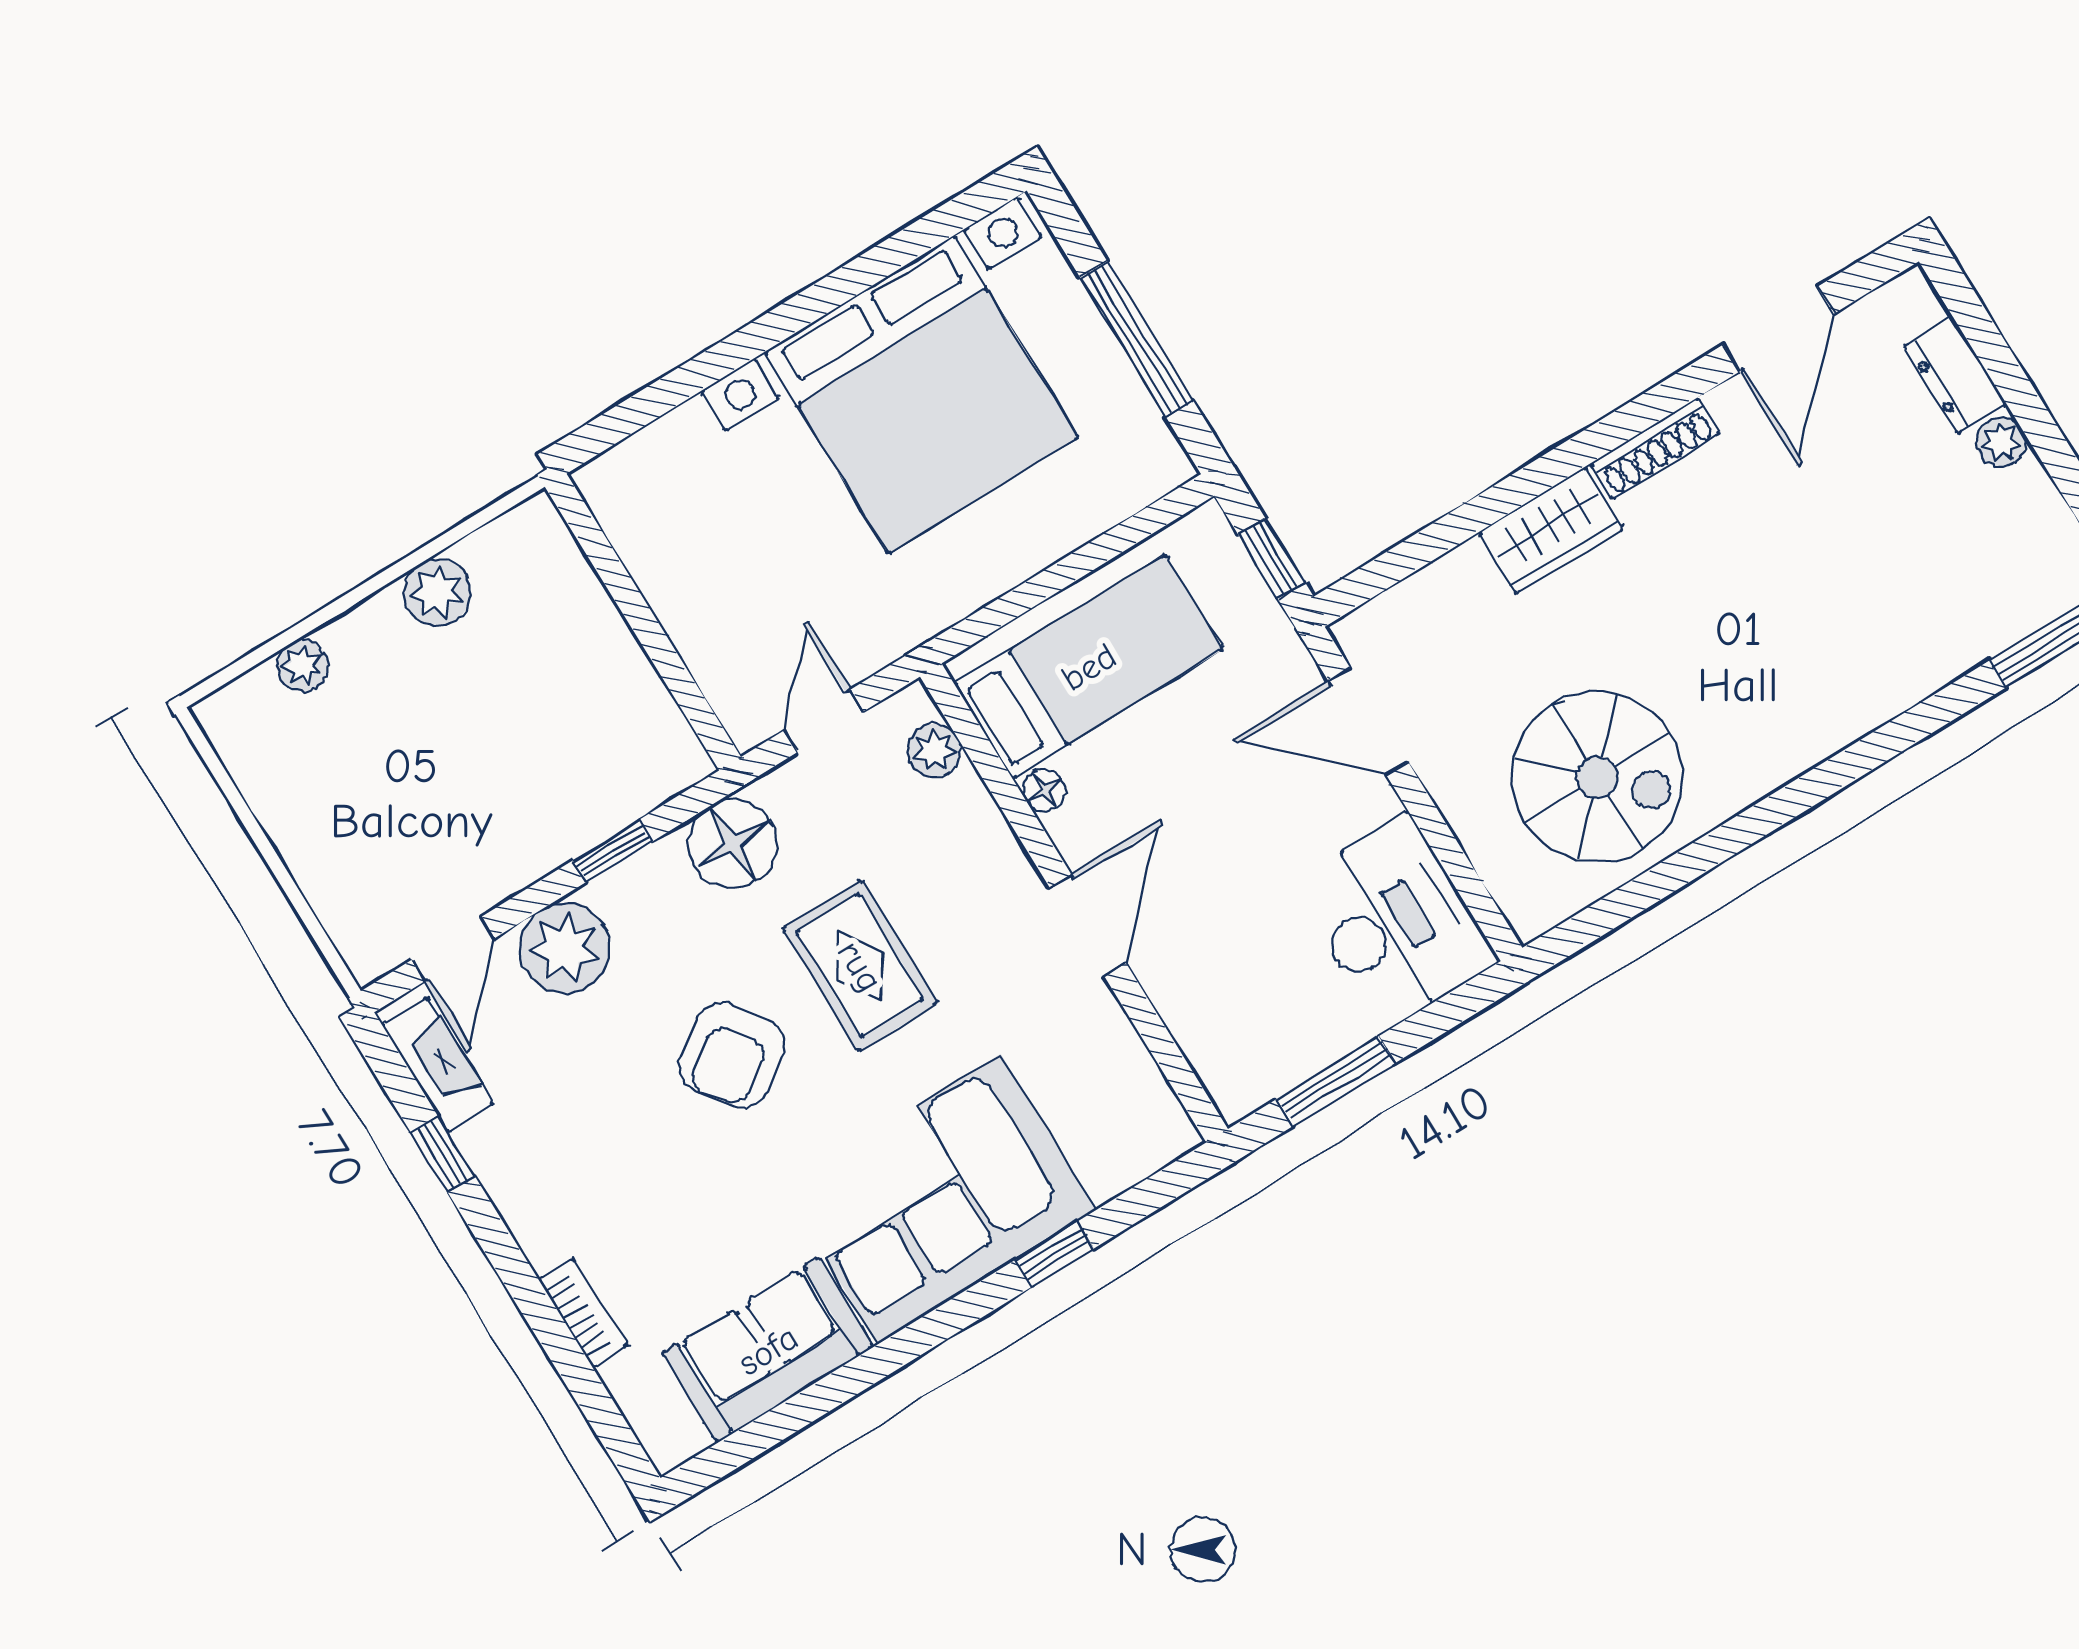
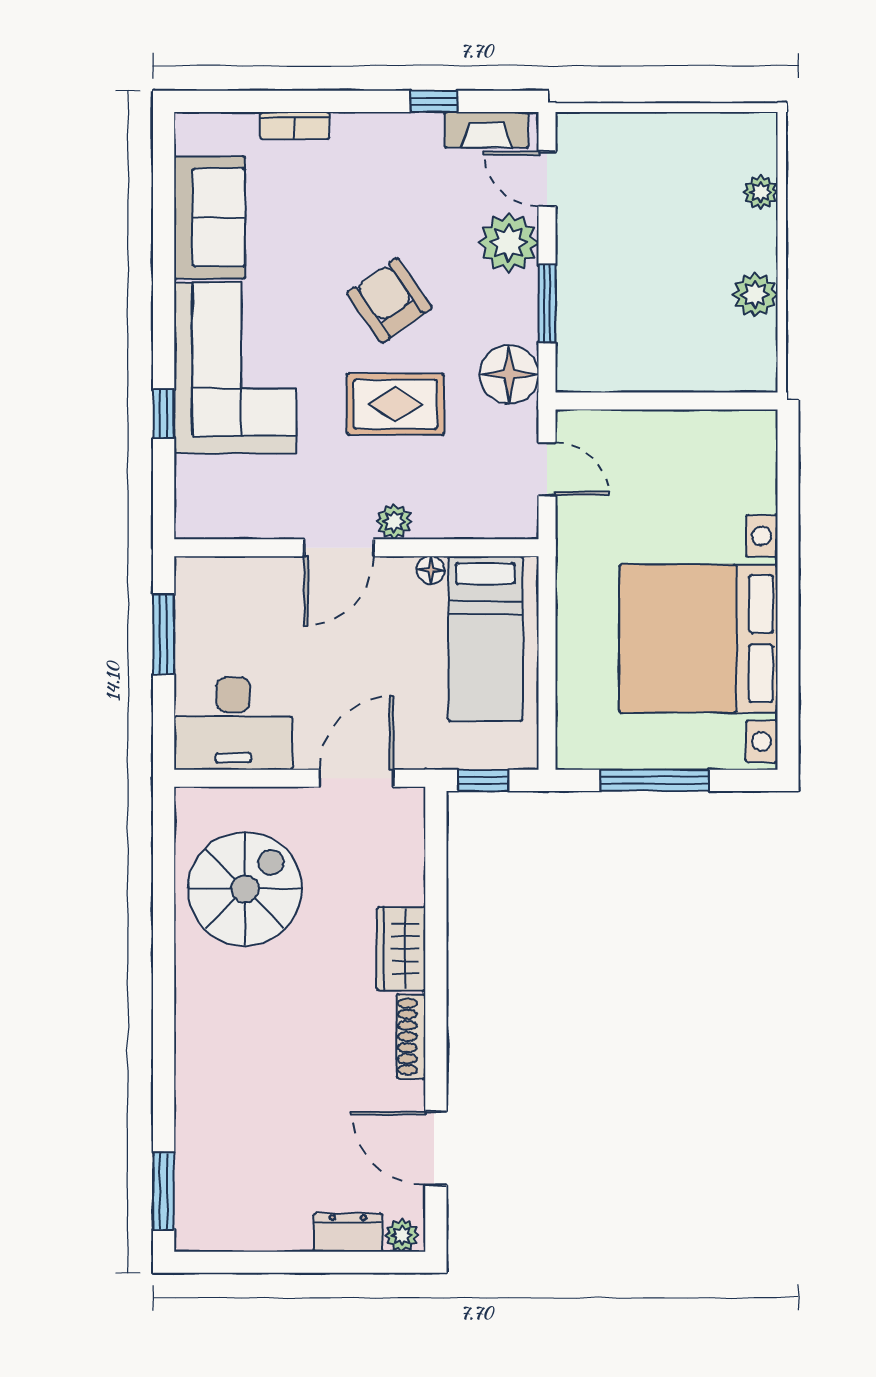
plant: (2001, 442) -> (402, 1235), moved
plant: (934, 750) -> (394, 522), moved
spiral stairs: (1597, 777) -> (245, 889), turned 180
window: (612, 851) -> (547, 304), width x1.50
door: (1088, 925) -> (339, 548), hinge flipped

